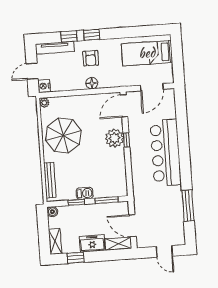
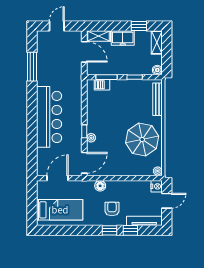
floor lamp: (92, 83) -> (100, 186), moved
plant: (114, 138) -> (91, 138), width x0.53, depth x0.53
barbecue: (85, 193) -> (102, 85), moved
door: (164, 251) -> (57, 26), hinge flipped

